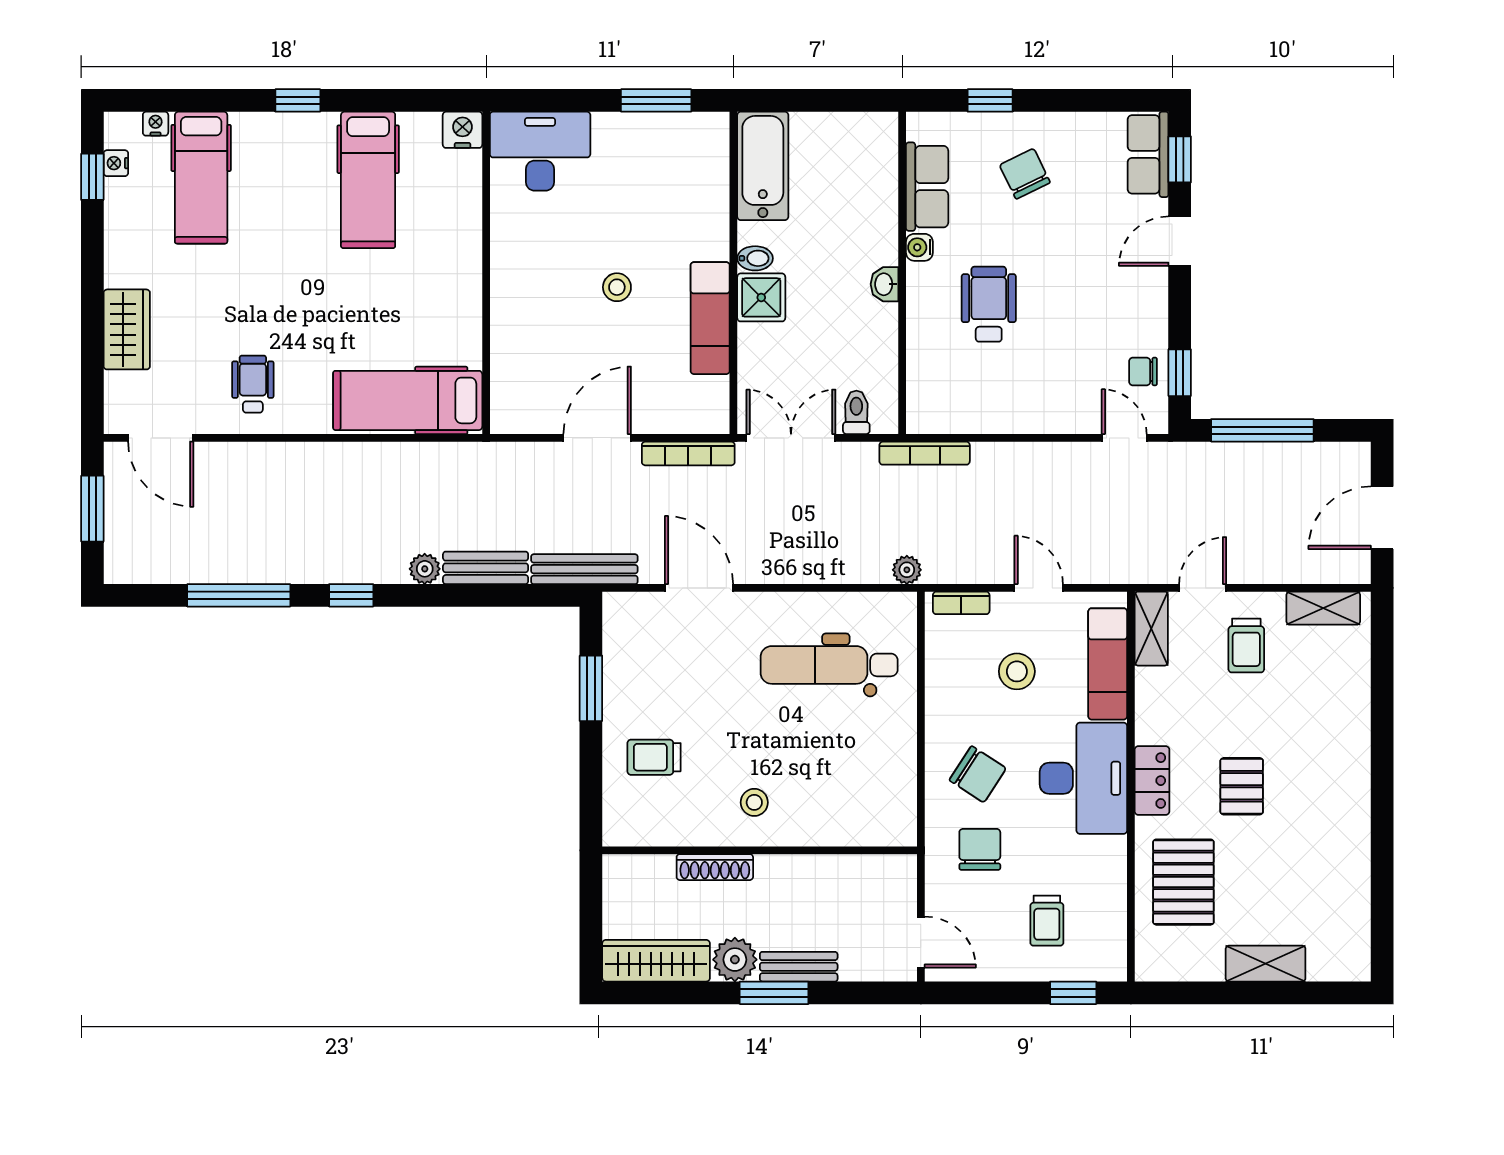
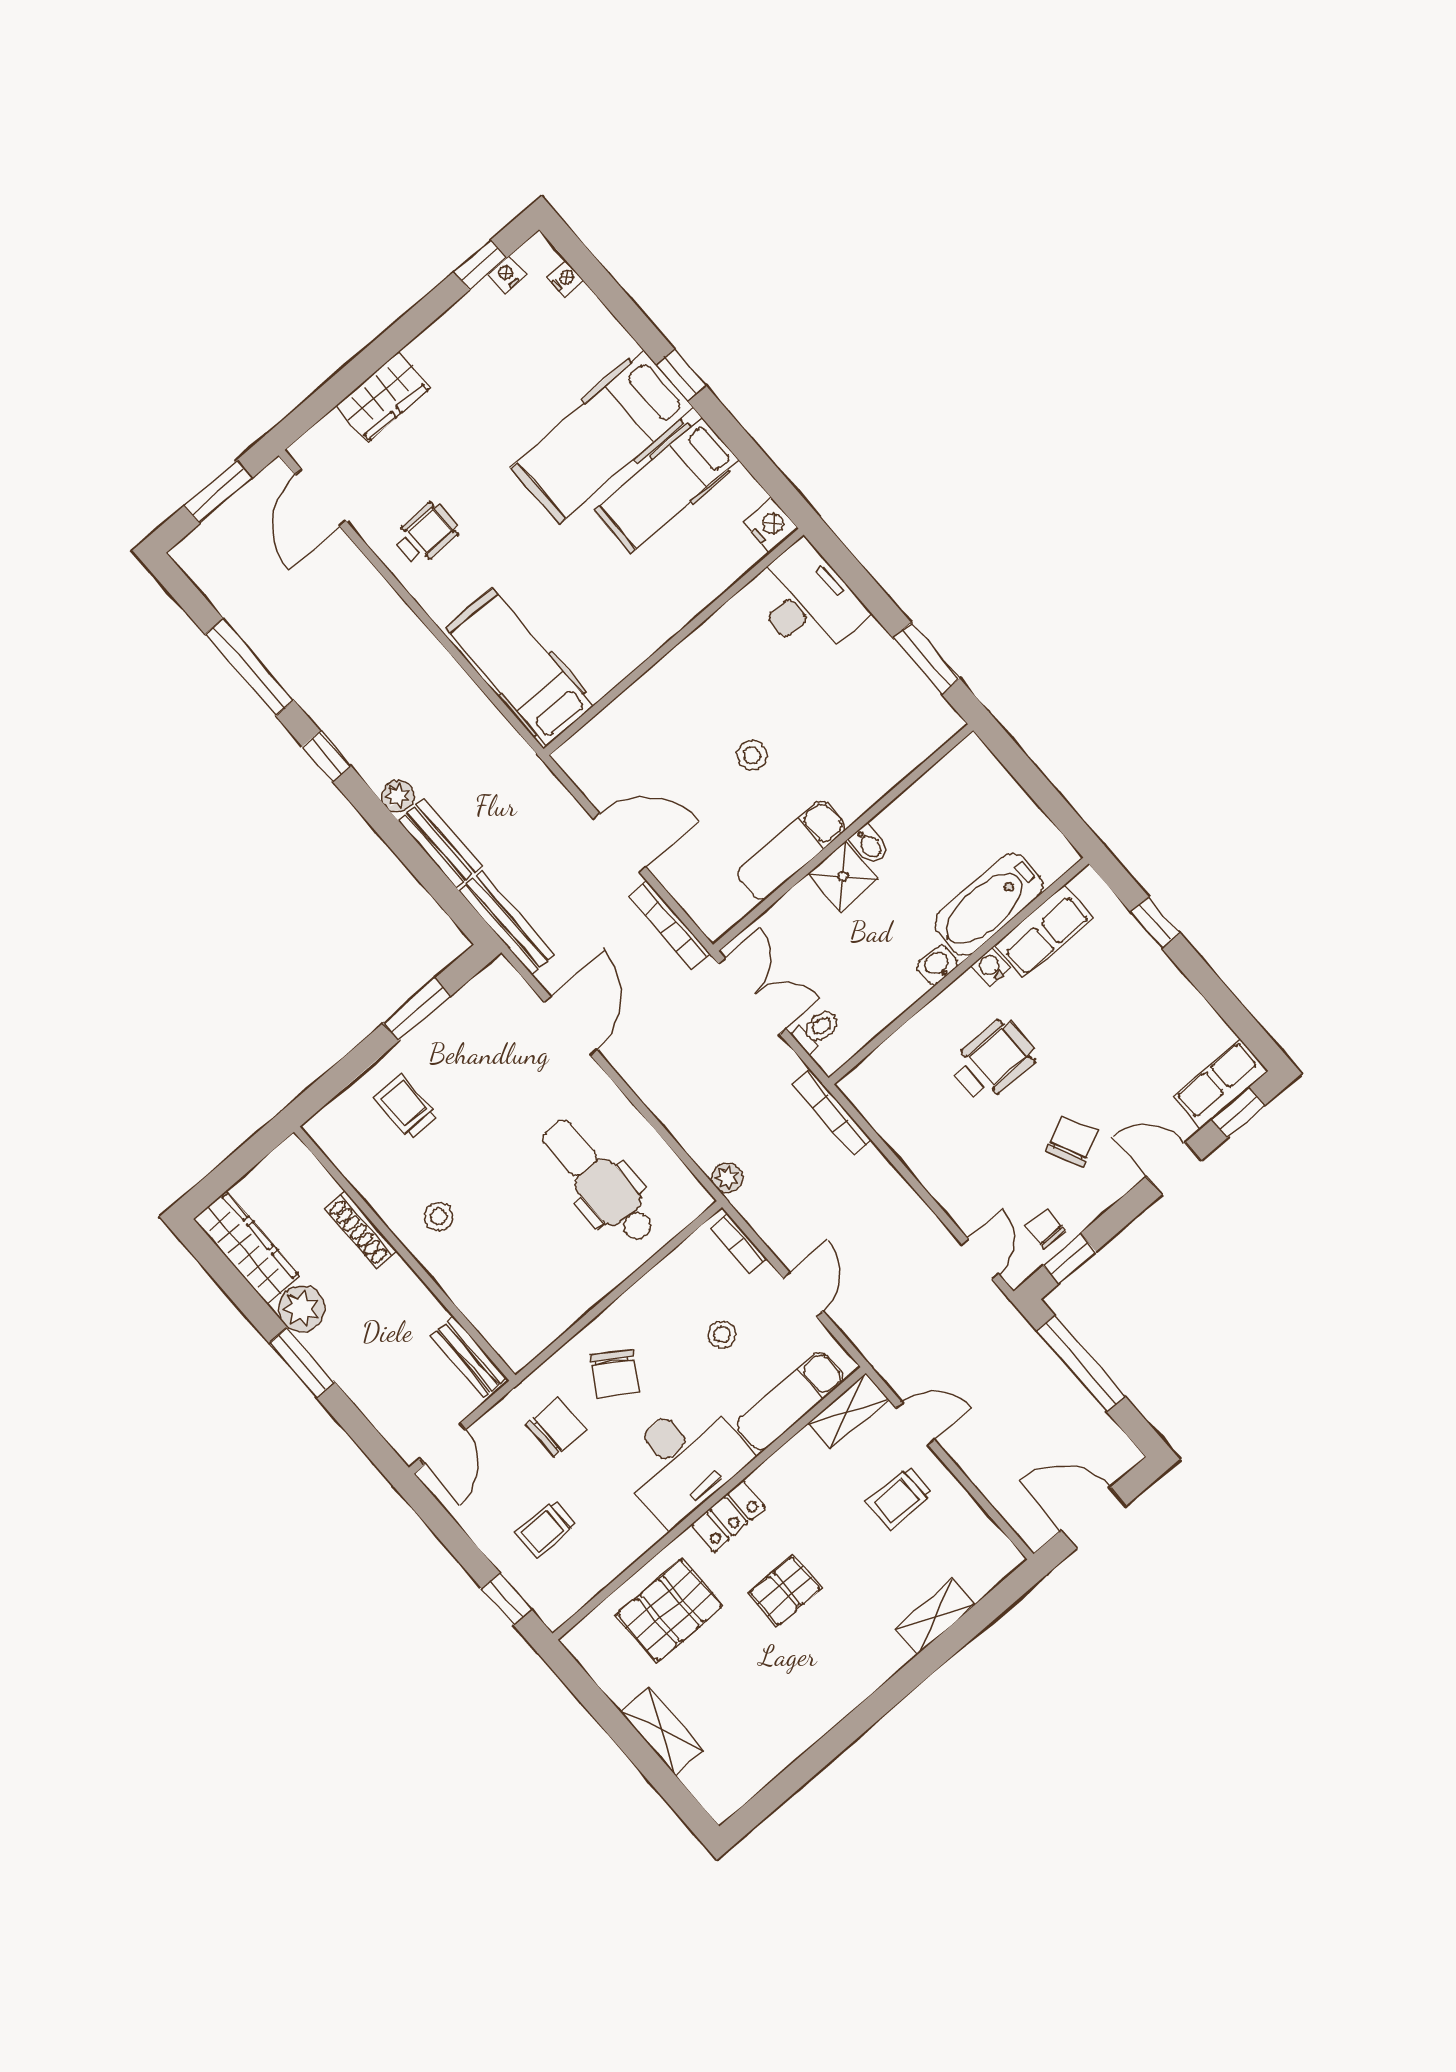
bathtub: (763, 166) -> (988, 905), moved, turned 180
chair: (1025, 174) -> (1073, 1141), moved
hospital bed: (201, 178) -> (602, 438), moved, width x1.37, depth x1.29
shelving: (1323, 608) -> (935, 1617), moved, turned 90
stool: (1017, 671) -> (722, 1334), width x0.73, depth x0.73
bench: (799, 967) -> (469, 1357), moved

